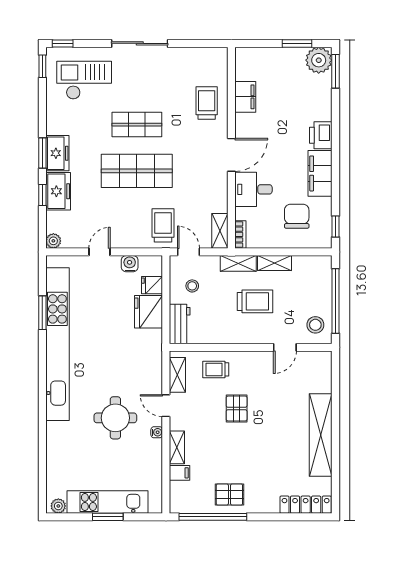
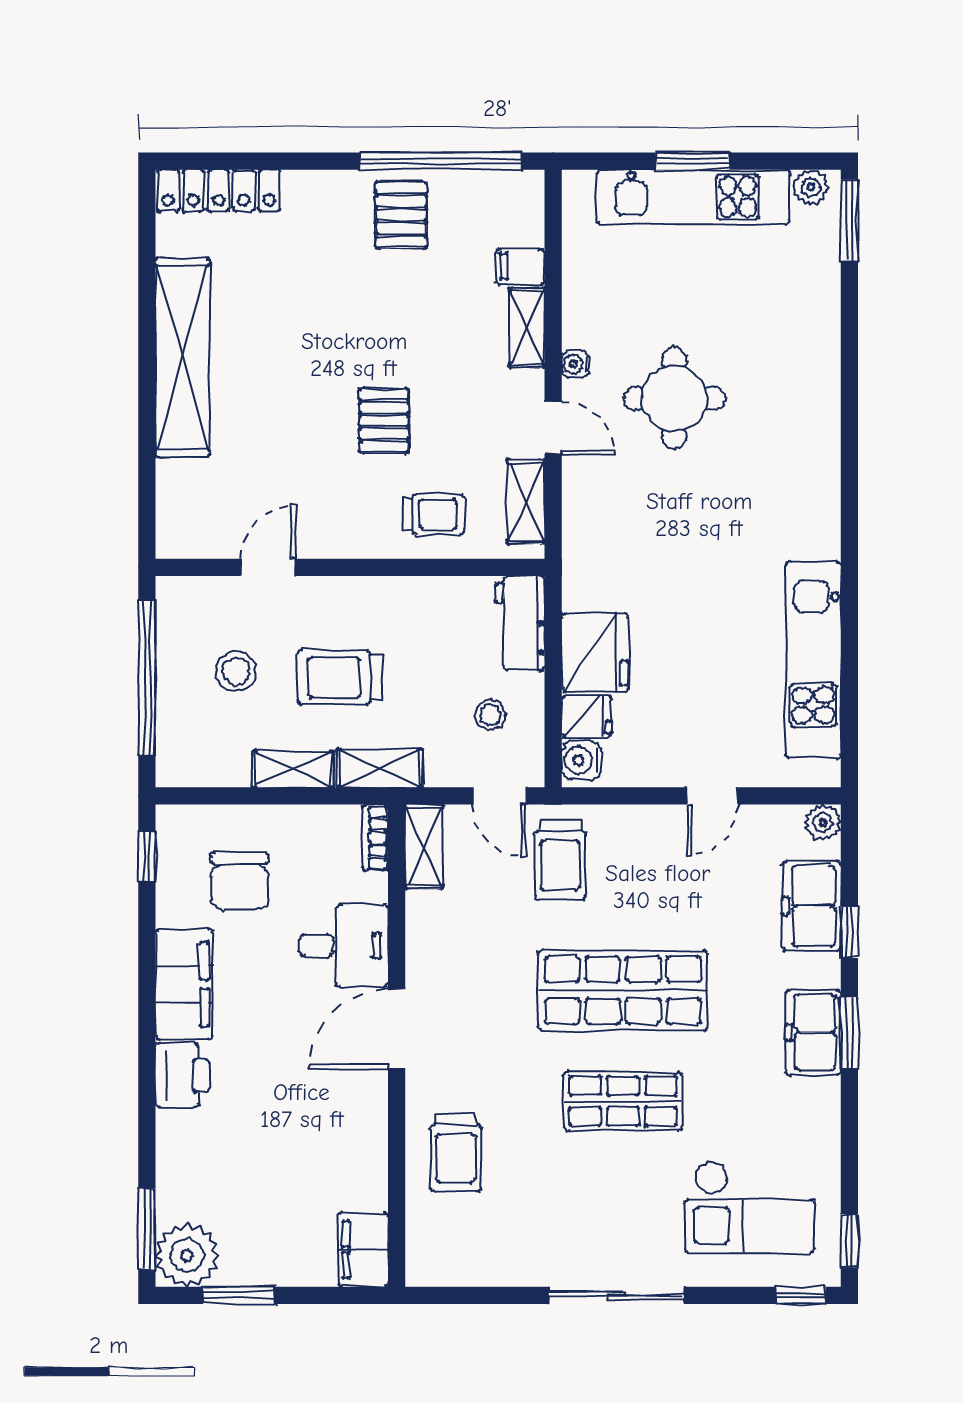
filing cabinet: (245, 97) -> (363, 1250), moved
freezer: (58, 191) -> (812, 906), moved
water cooler: (130, 264) -> (581, 760), moved, turned 90
window: (42, 313) -> (849, 220), moved
stool: (315, 325) -> (236, 671), moved
kitchen unit: (57, 344) -> (813, 660), width x0.54
pallet: (229, 494) -> (401, 215), turned 90

